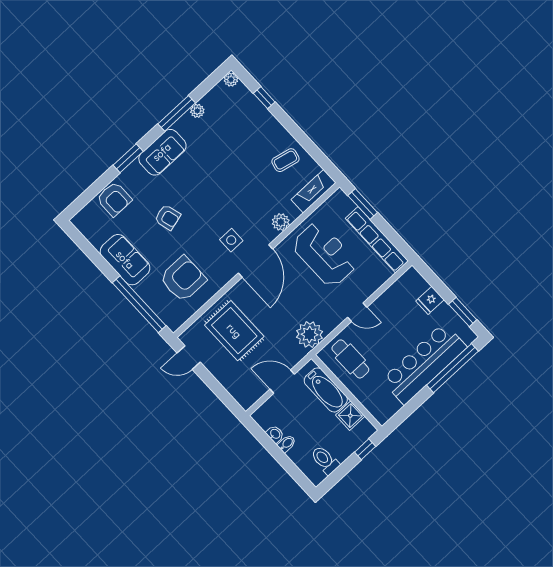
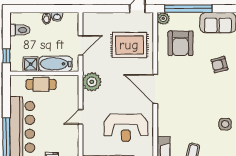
plant: (281, 222) -> (163, 18), moved
side table: (231, 240) -> (225, 124), moved
cafe table: (350, 359) -> (41, 84), moved

